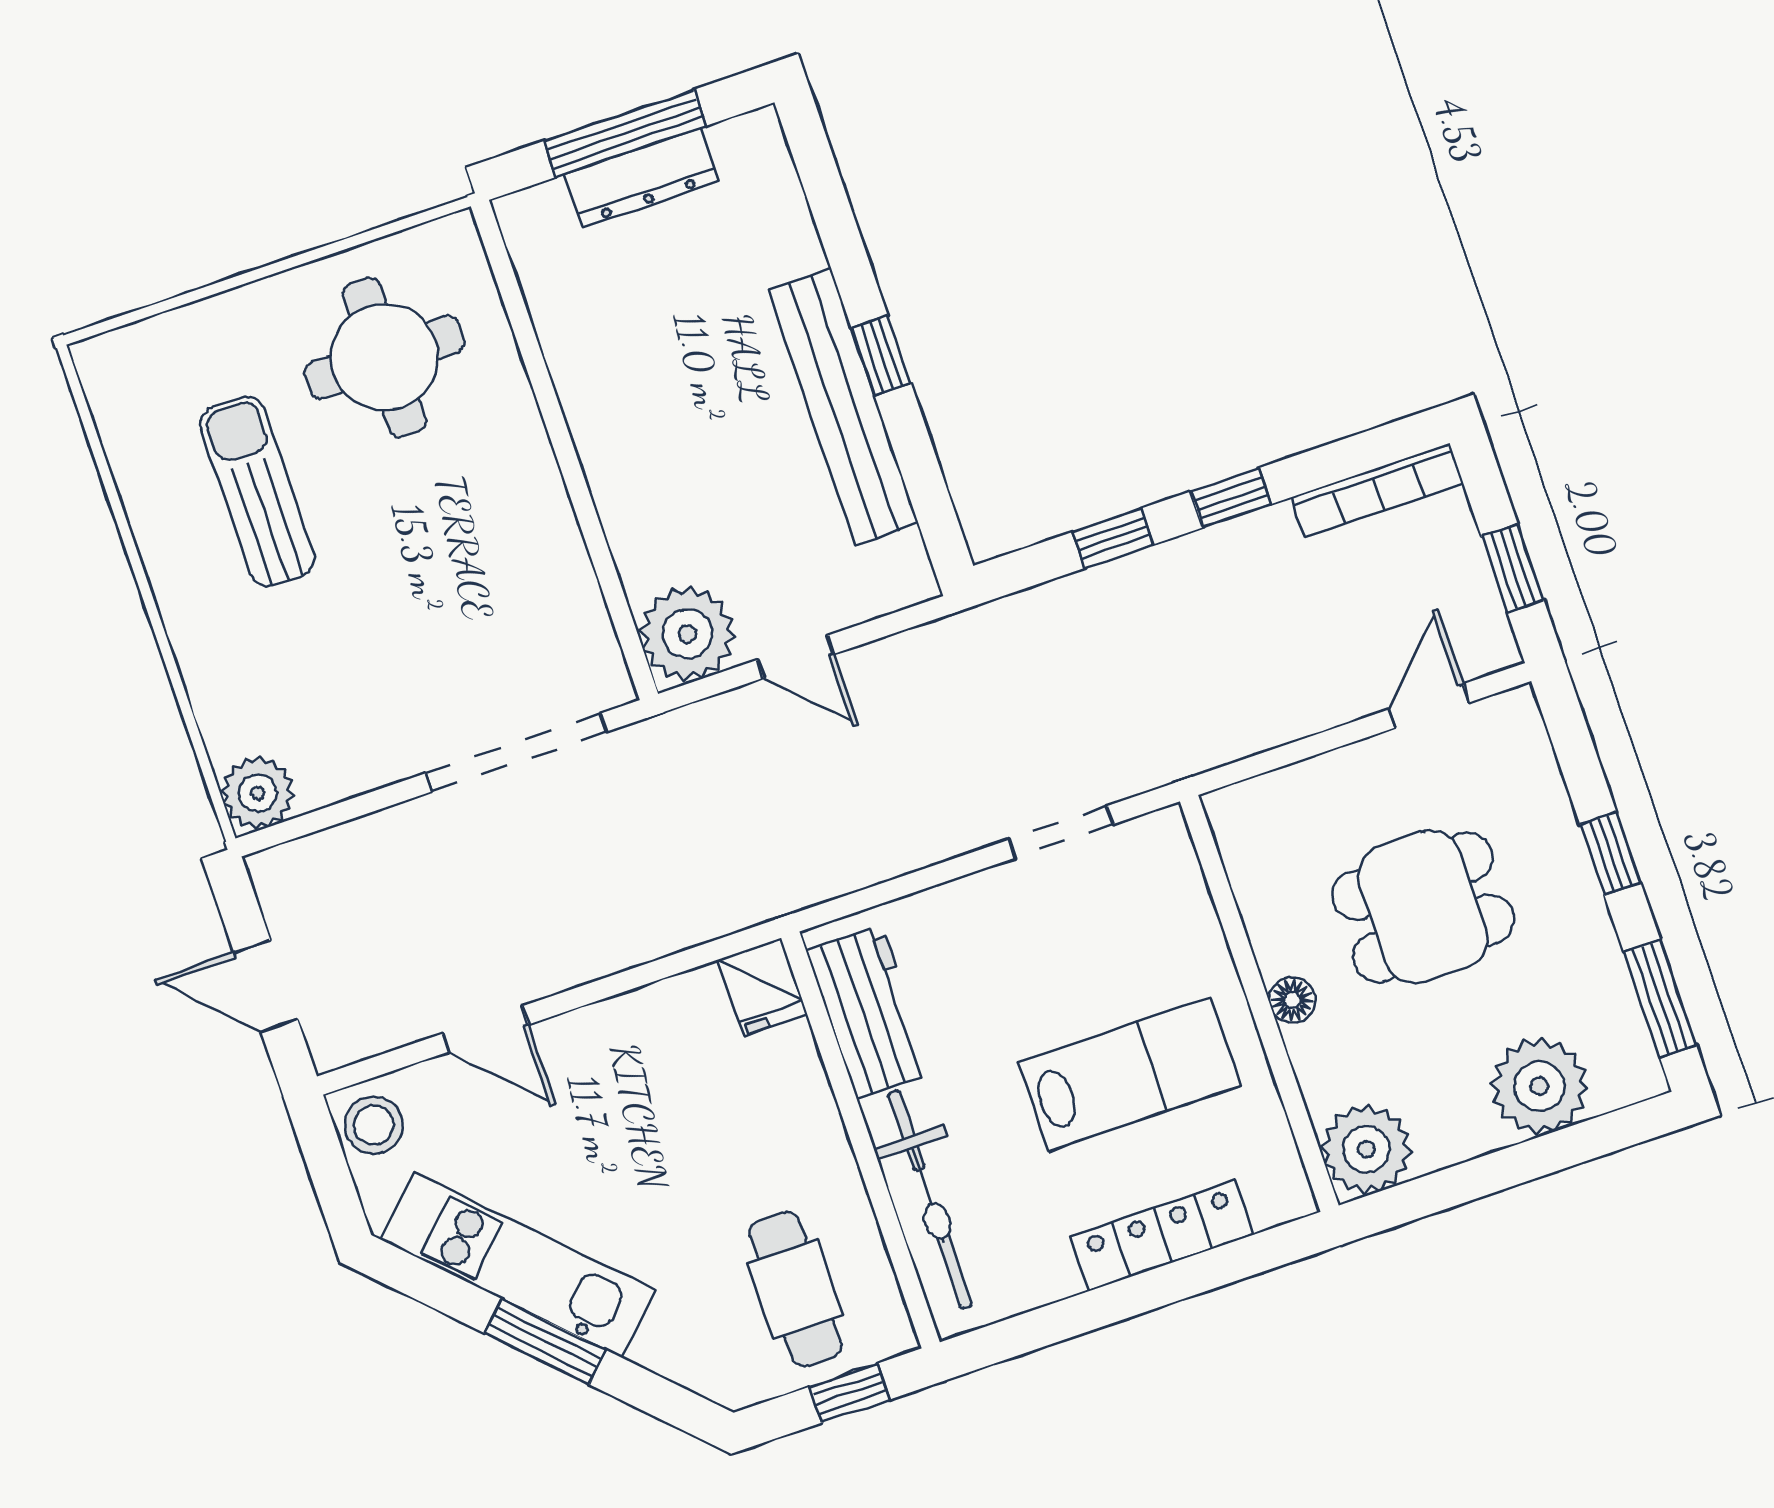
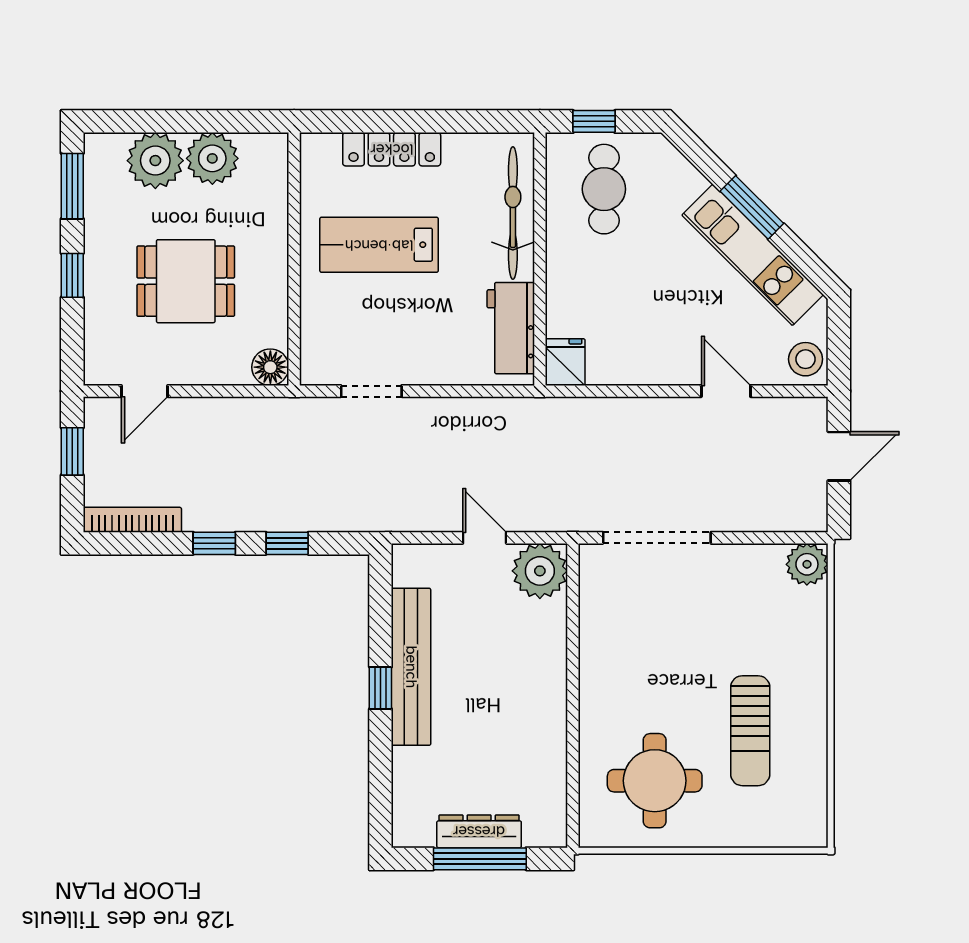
door: (266, 986) -> (839, 456), hinge flipped
floor lamp: (1292, 1000) -> (270, 367), moved, width x1.37, depth x1.37
plant: (1366, 1149) -> (212, 158), moved

